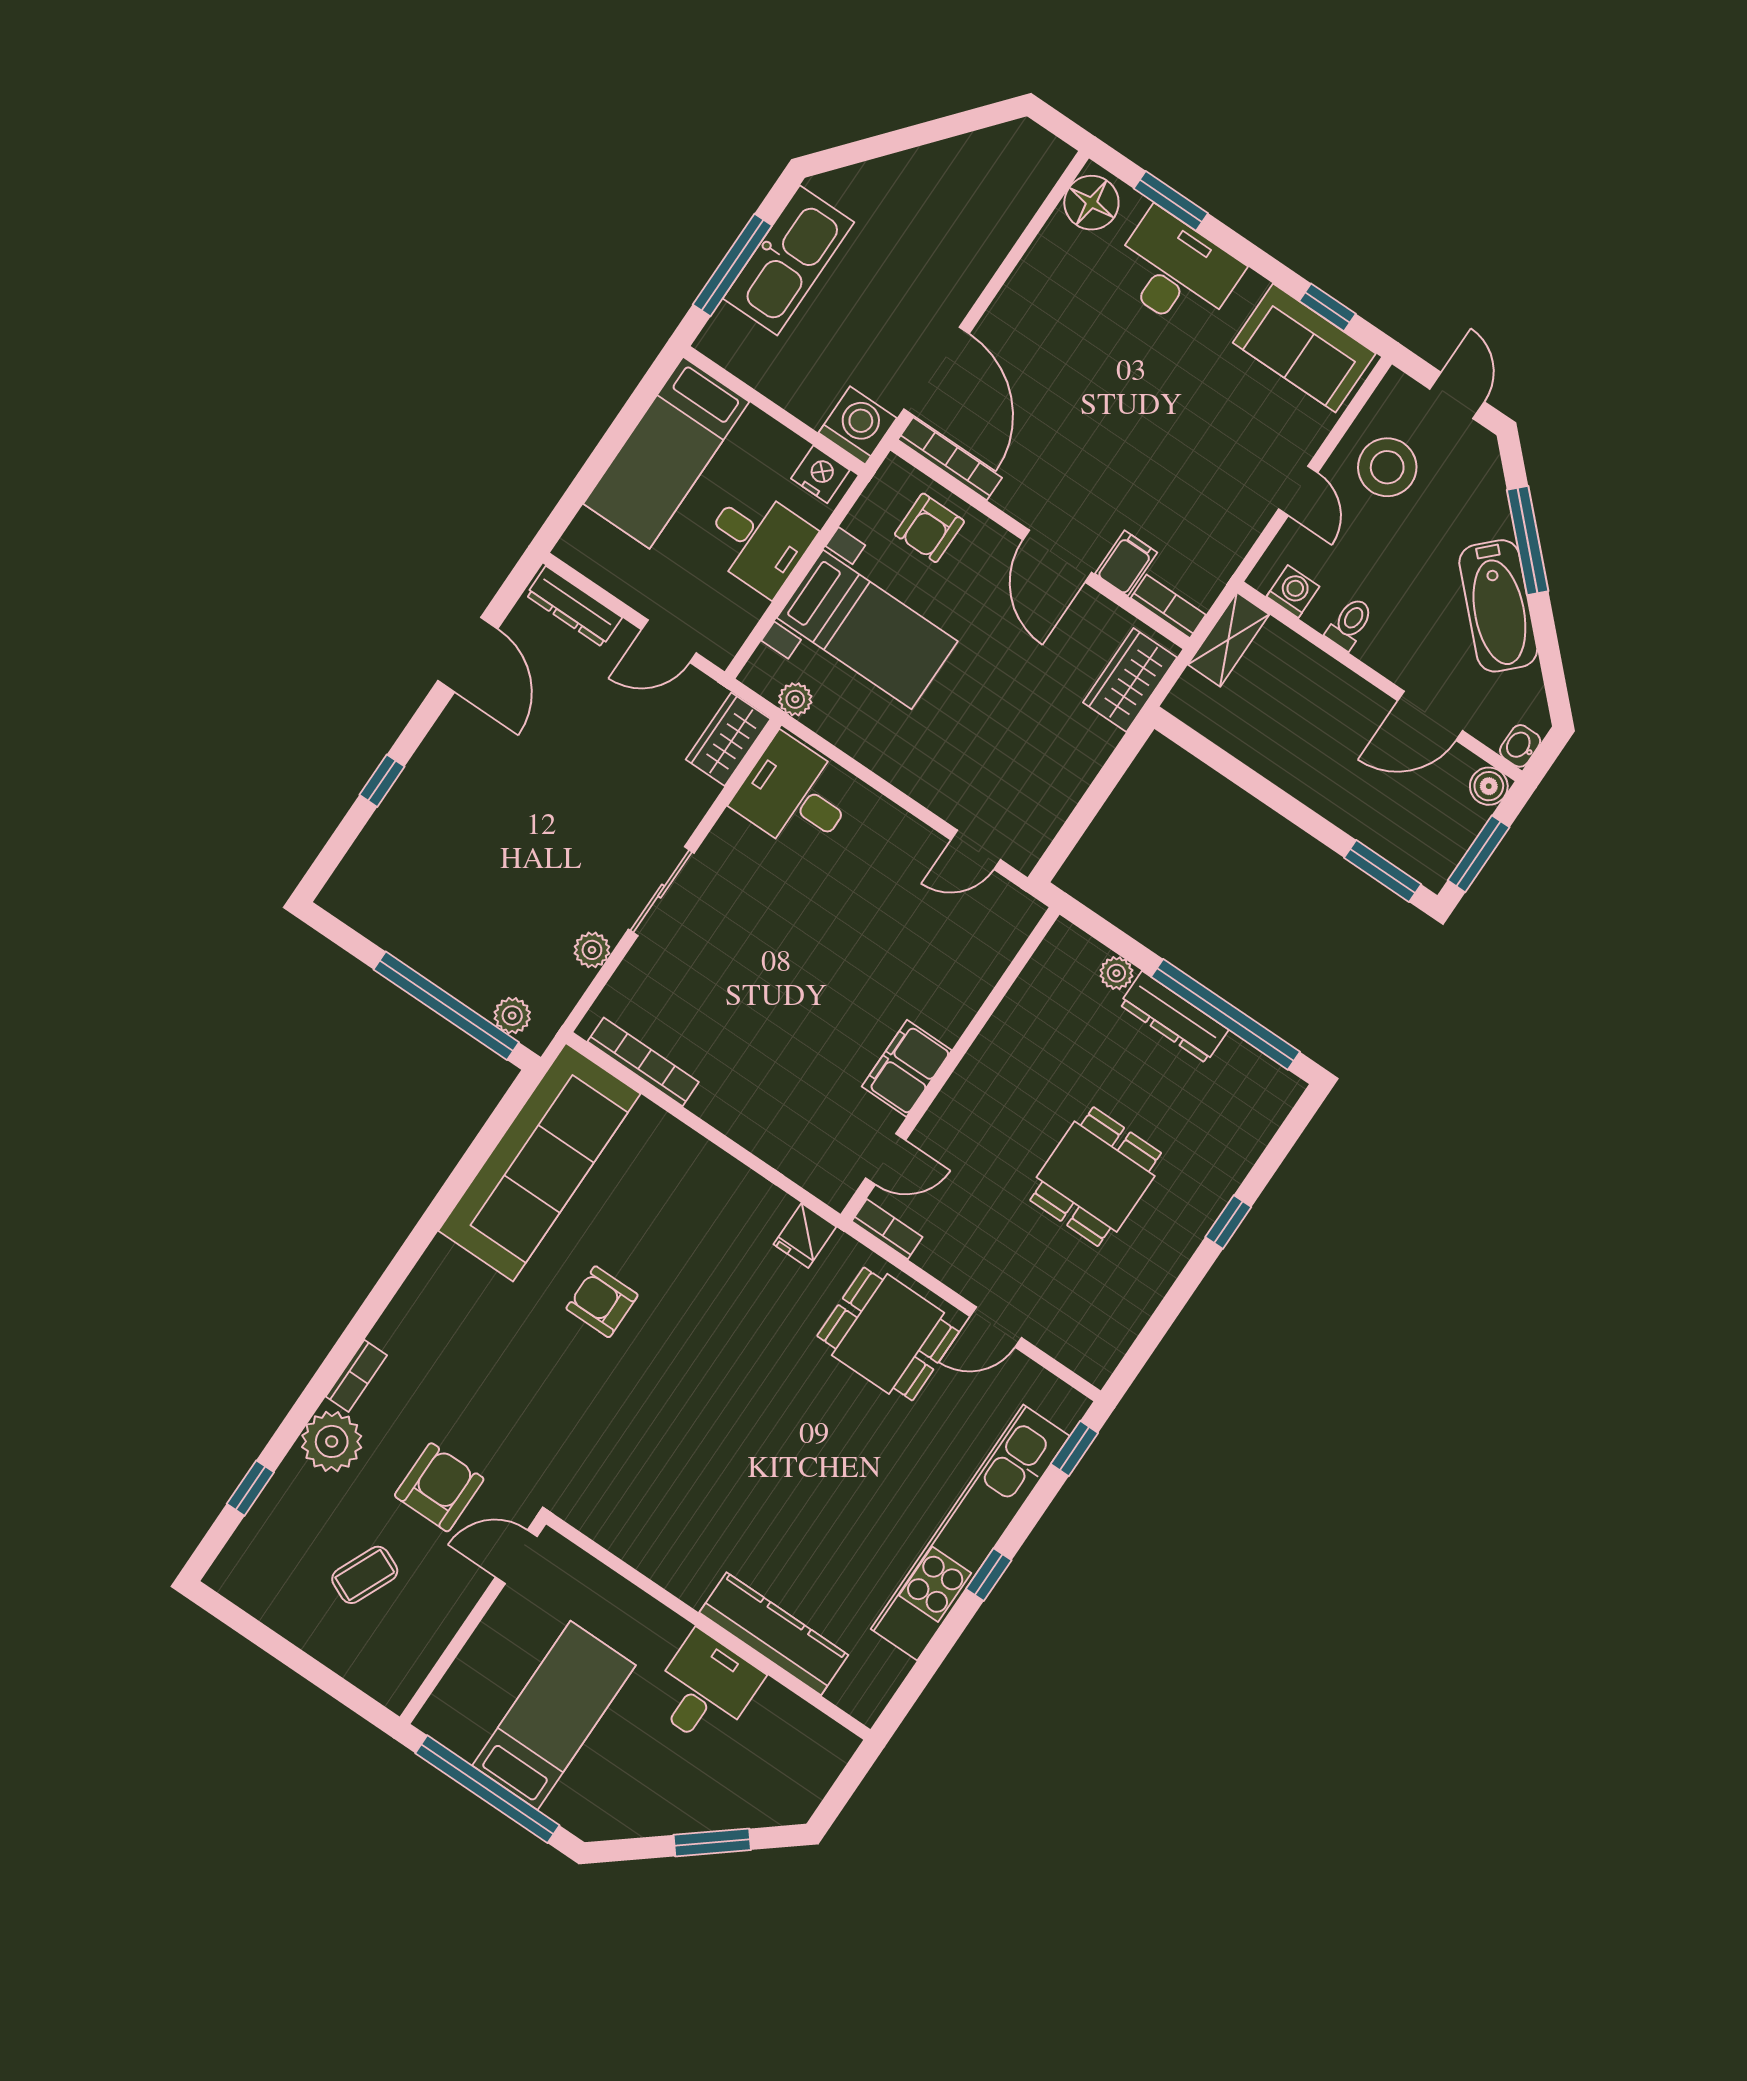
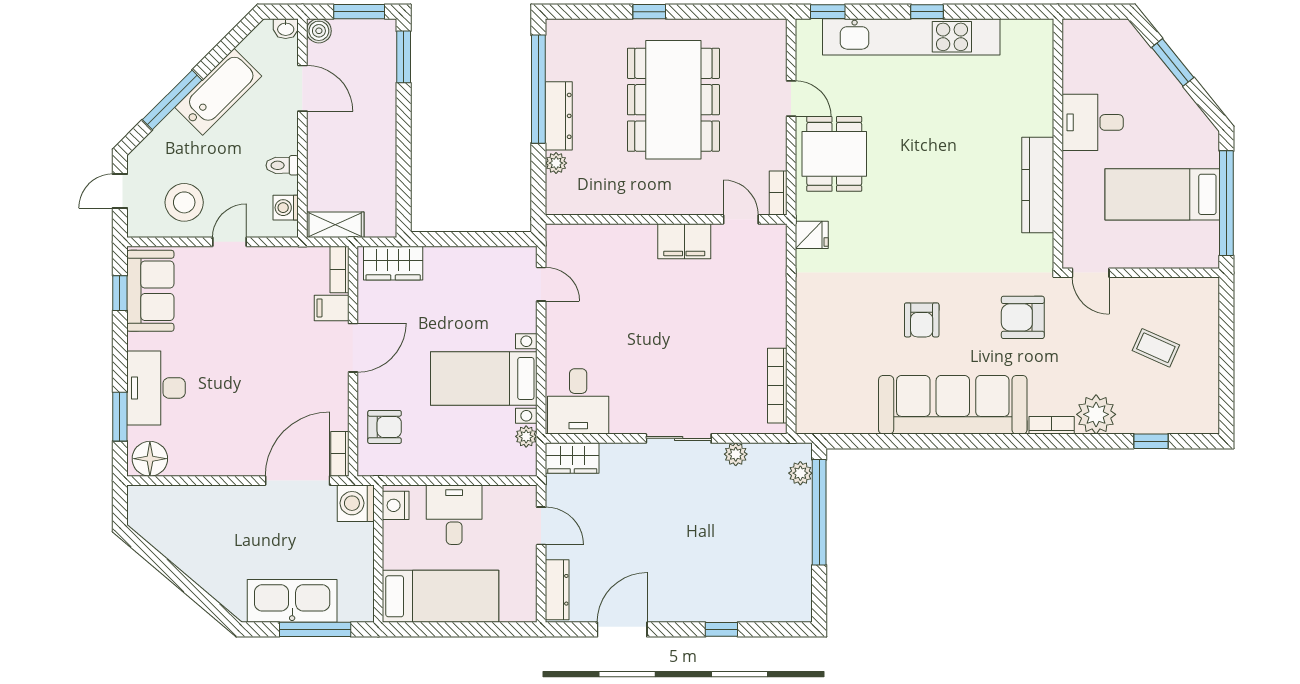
bookcase: (950, 459) -> (340, 454), width x0.64
bed with nightstands: (867, 630) -> (484, 379), moved, turned -90
sofa: (539, 1162) -> (953, 405), moved
dining table: (1096, 1177) -> (673, 100), width x1.88, depth x1.24
armchair: (439, 1487) -> (1023, 317), moved
kitchen counter: (774, 1634) -> (1038, 185), moved

